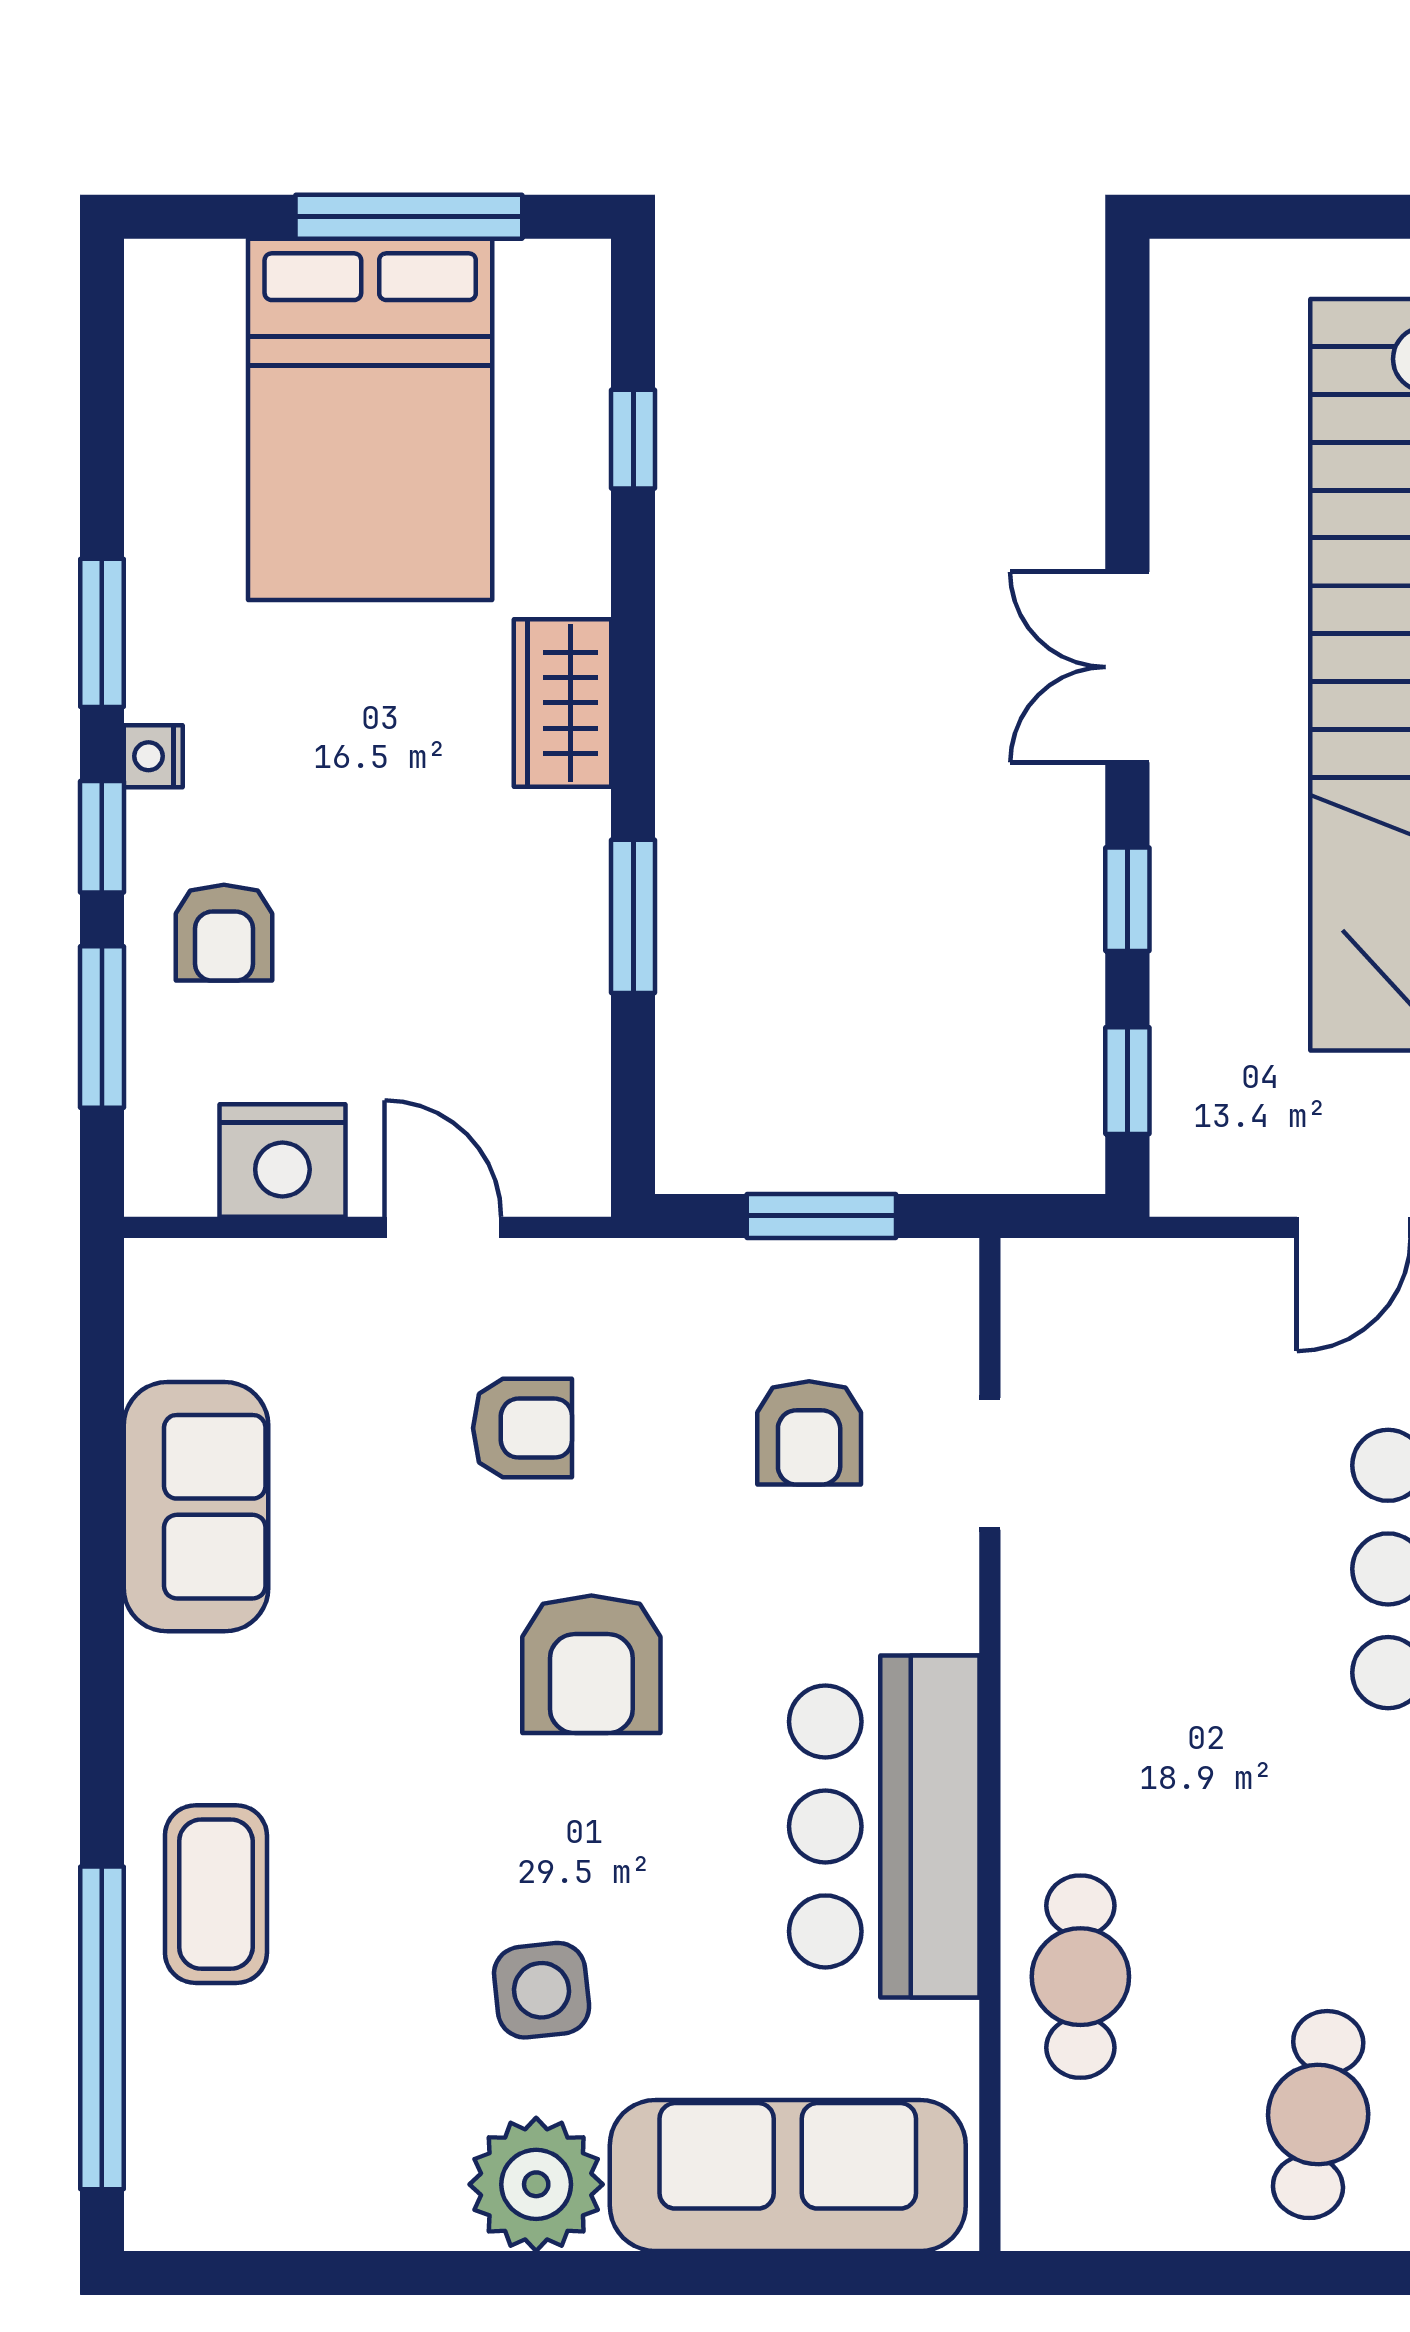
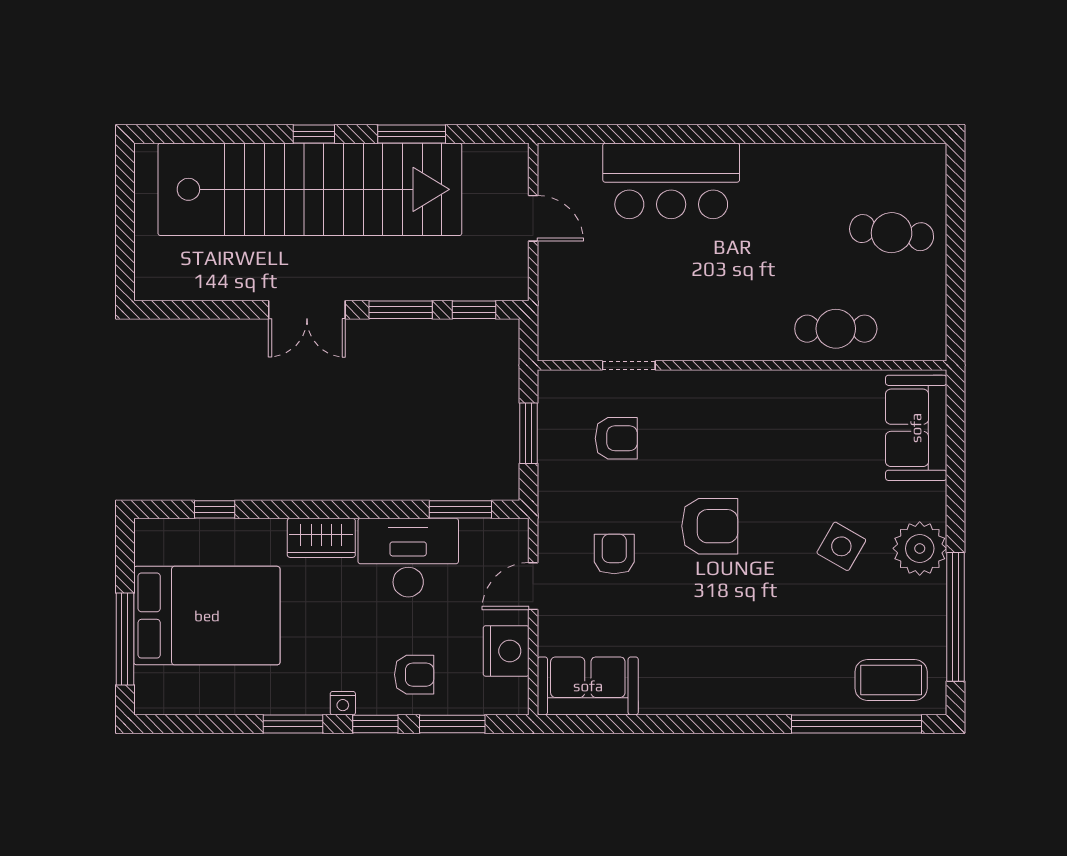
window: (409, 217) -> (125, 639), moved
window: (1127, 899) -> (401, 310), width x1.50
window: (633, 916) -> (460, 509), moved
desk: (514, 918) -> (408, 558), added
sofa: (196, 1507) -> (588, 686), moved
bar counter: (884, 1826) -> (775, 408), removed
coffee table: (216, 1894) -> (891, 680), moved
side table: (542, 1990) -> (841, 546), turned 36
sofa: (788, 2175) -> (916, 428), width x0.73
window: (367, 2273) -> (956, 617), added

